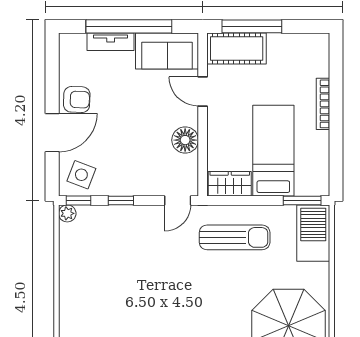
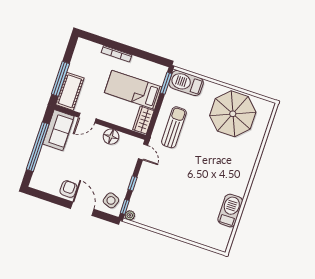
tv unit: (111, 42) -> (43, 160), removed

